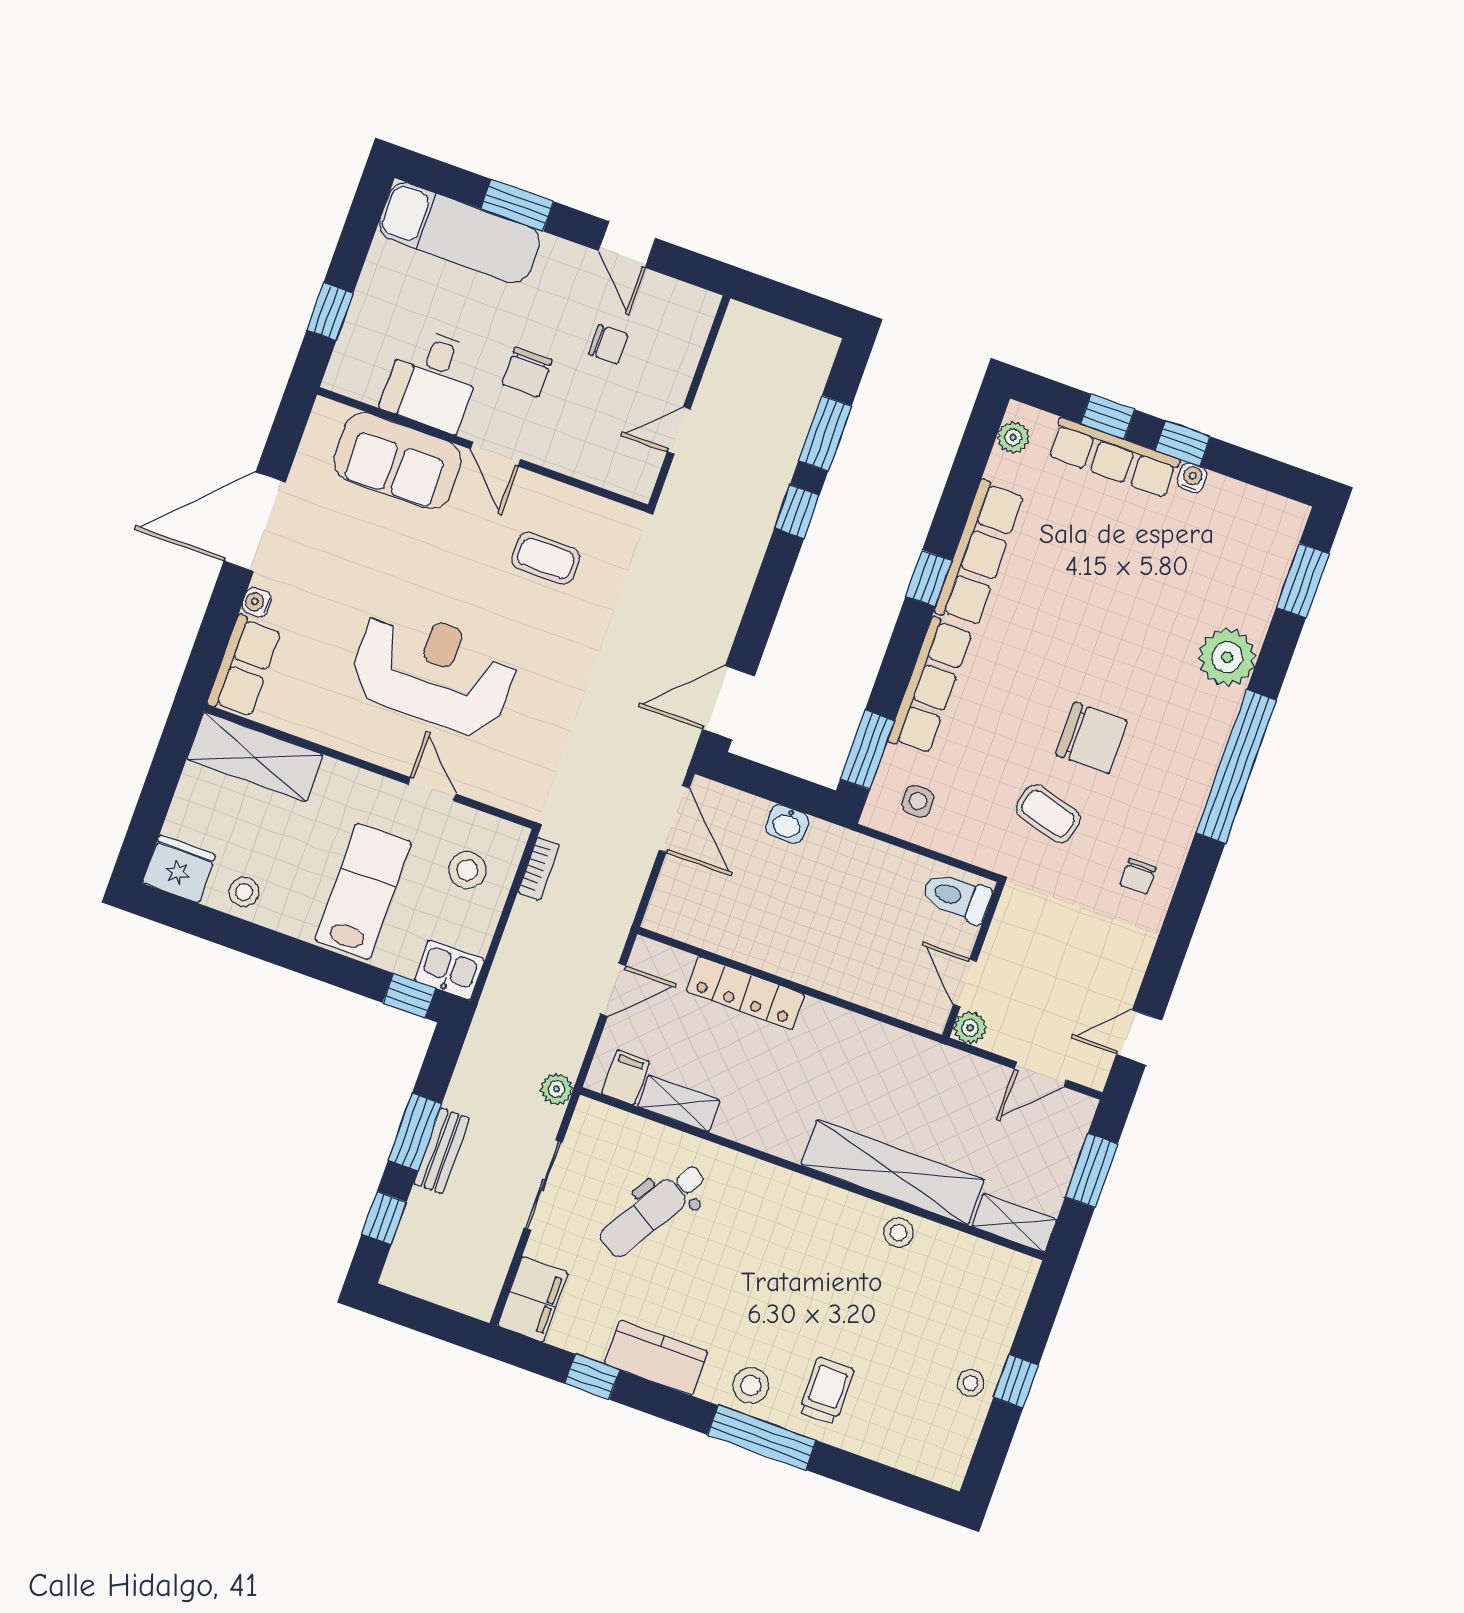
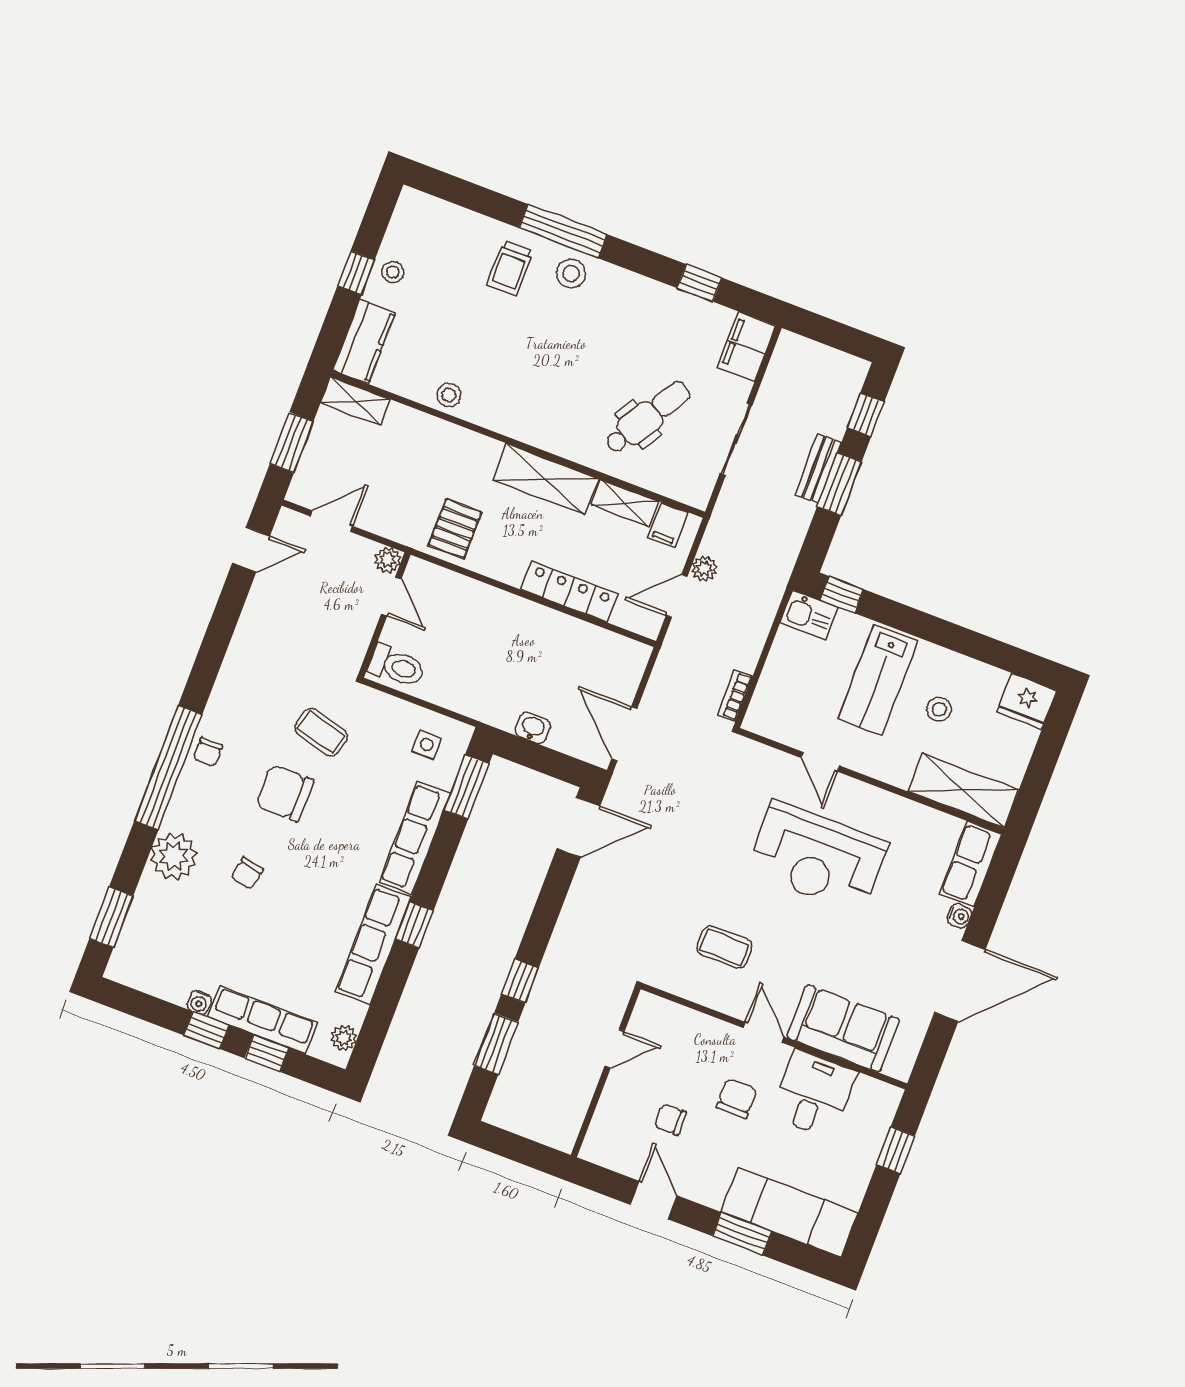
chair: (1136, 638) -> (247, 873), added
stool: (467, 870) -> (793, 696), removed
chair: (1138, 876) -> (208, 752), moved, turned 180
stool: (244, 892) -> (939, 709), moved
pallet: (888, 1068) -> (455, 529), added
plant: (557, 1089) -> (704, 569), moved
shelving: (893, 1172) -> (546, 479), moved, width x0.68
kitchen counter: (656, 1358) -> (364, 342), moved, turned -90

